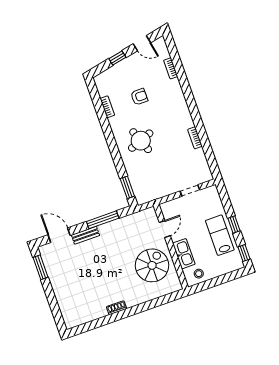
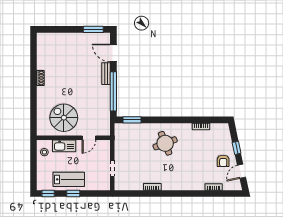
armchair: (139, 97) -> (223, 161), moved
window: (103, 220) -> (113, 91), width x1.46
door: (165, 229) -> (89, 138), hinge flipped
door: (59, 235) -> (113, 53), swing flipped
spiral stairs: (152, 265) -> (64, 118), turned 180

